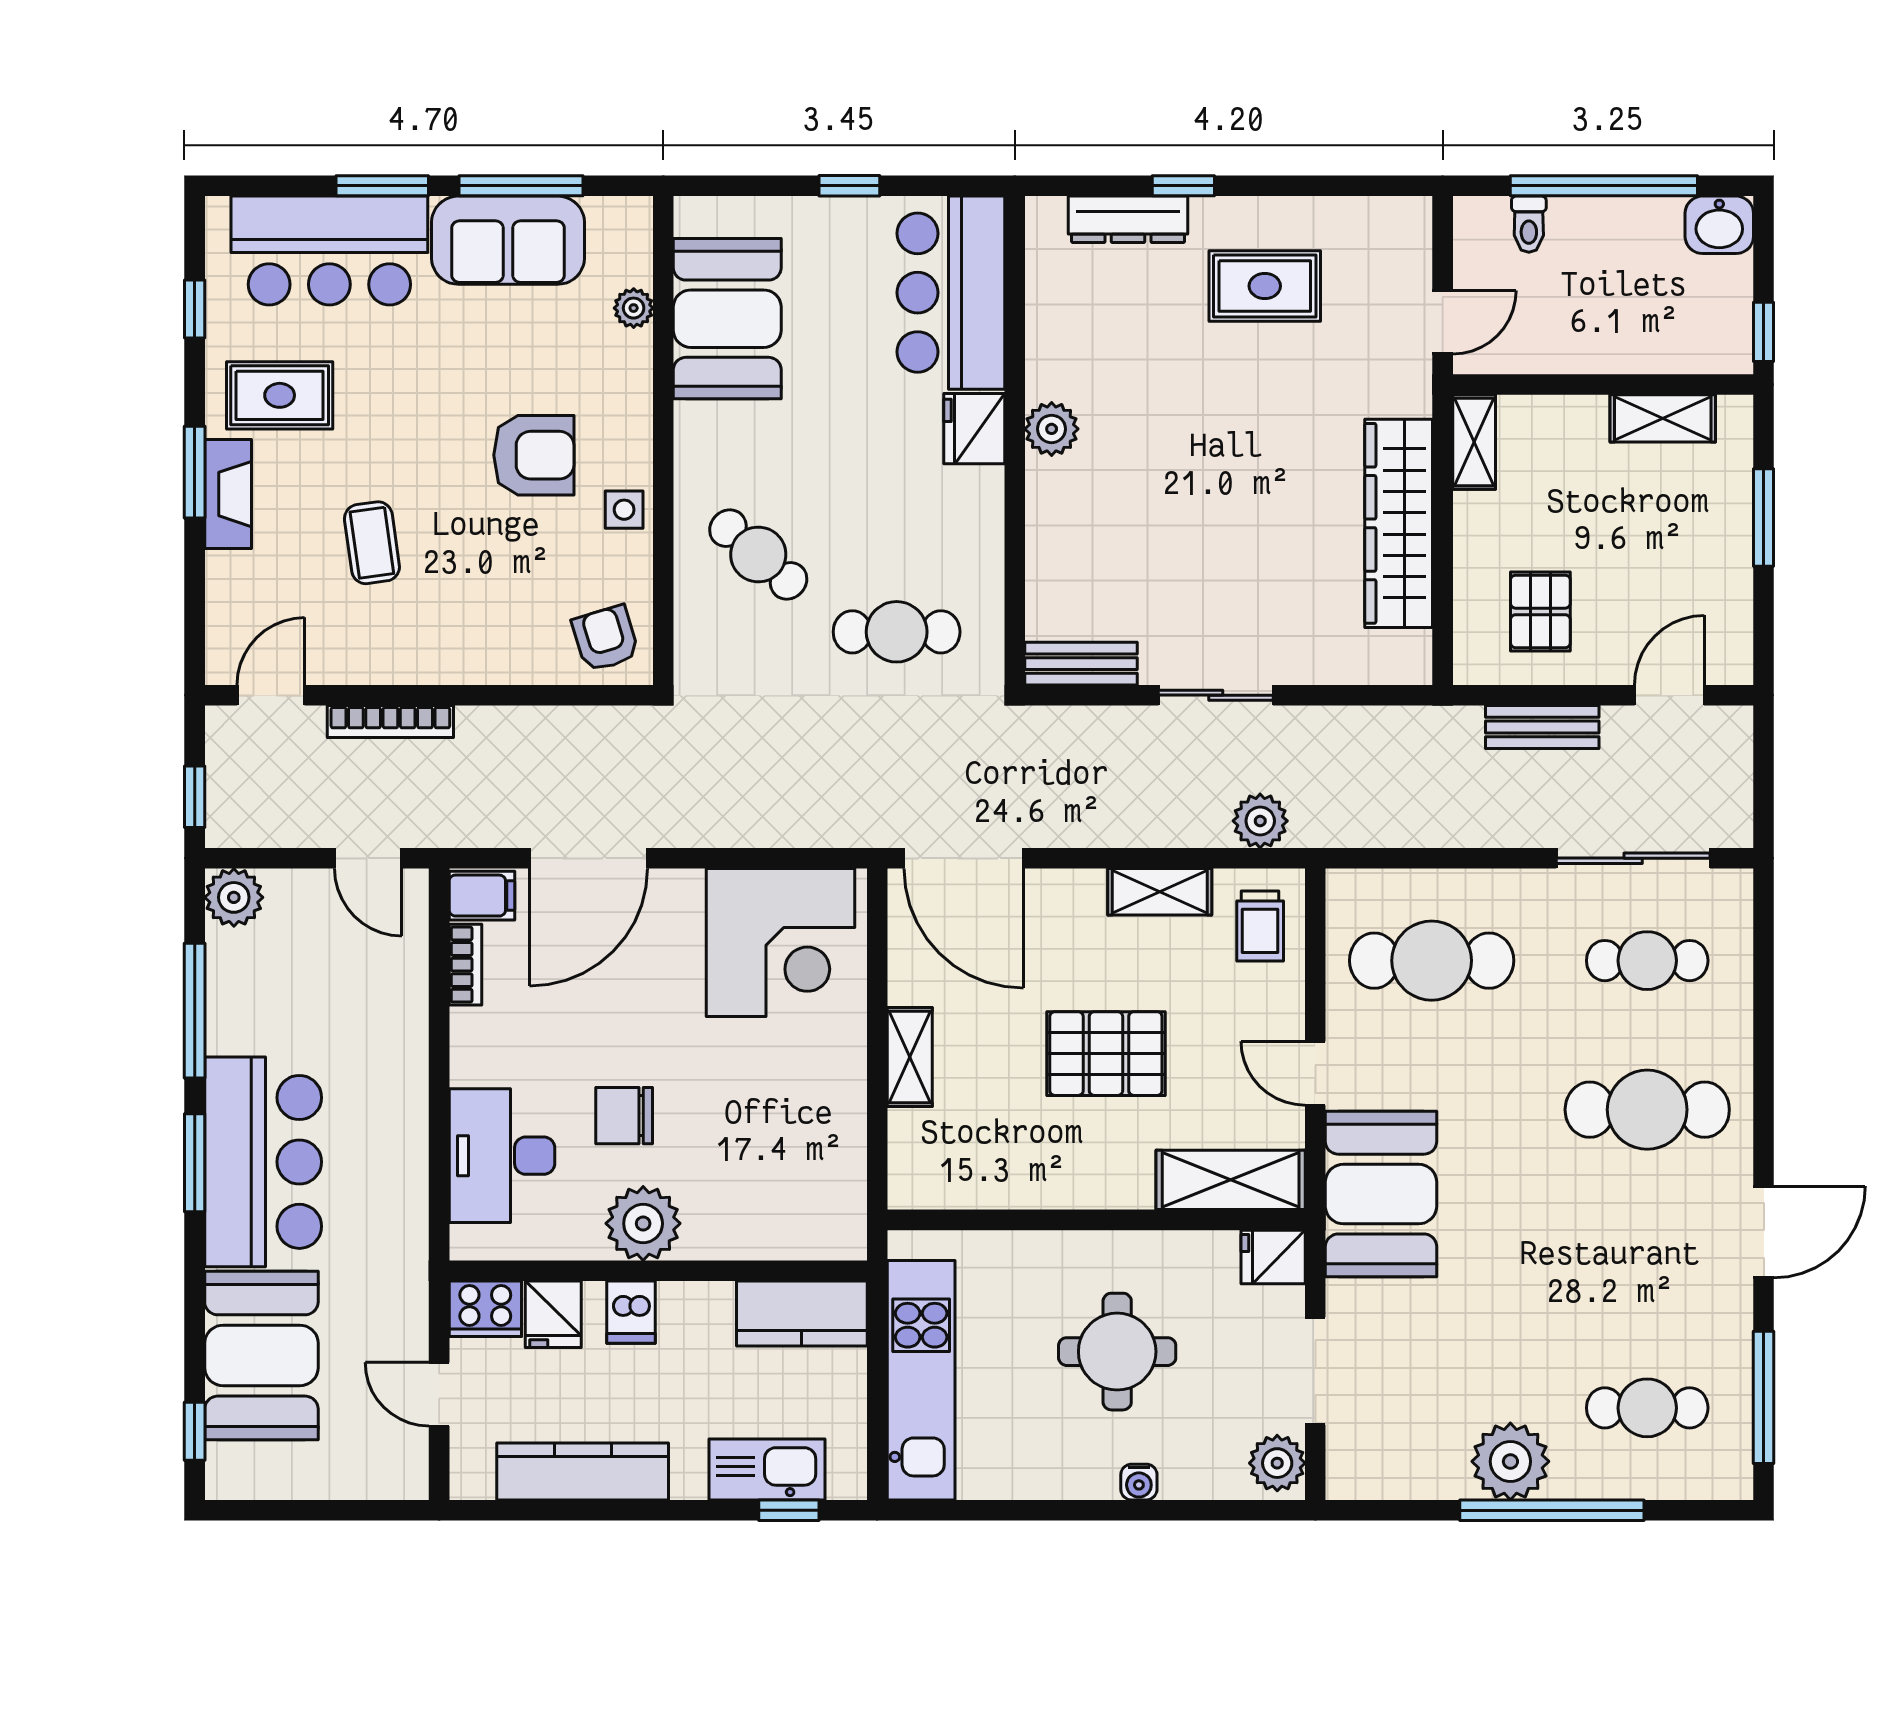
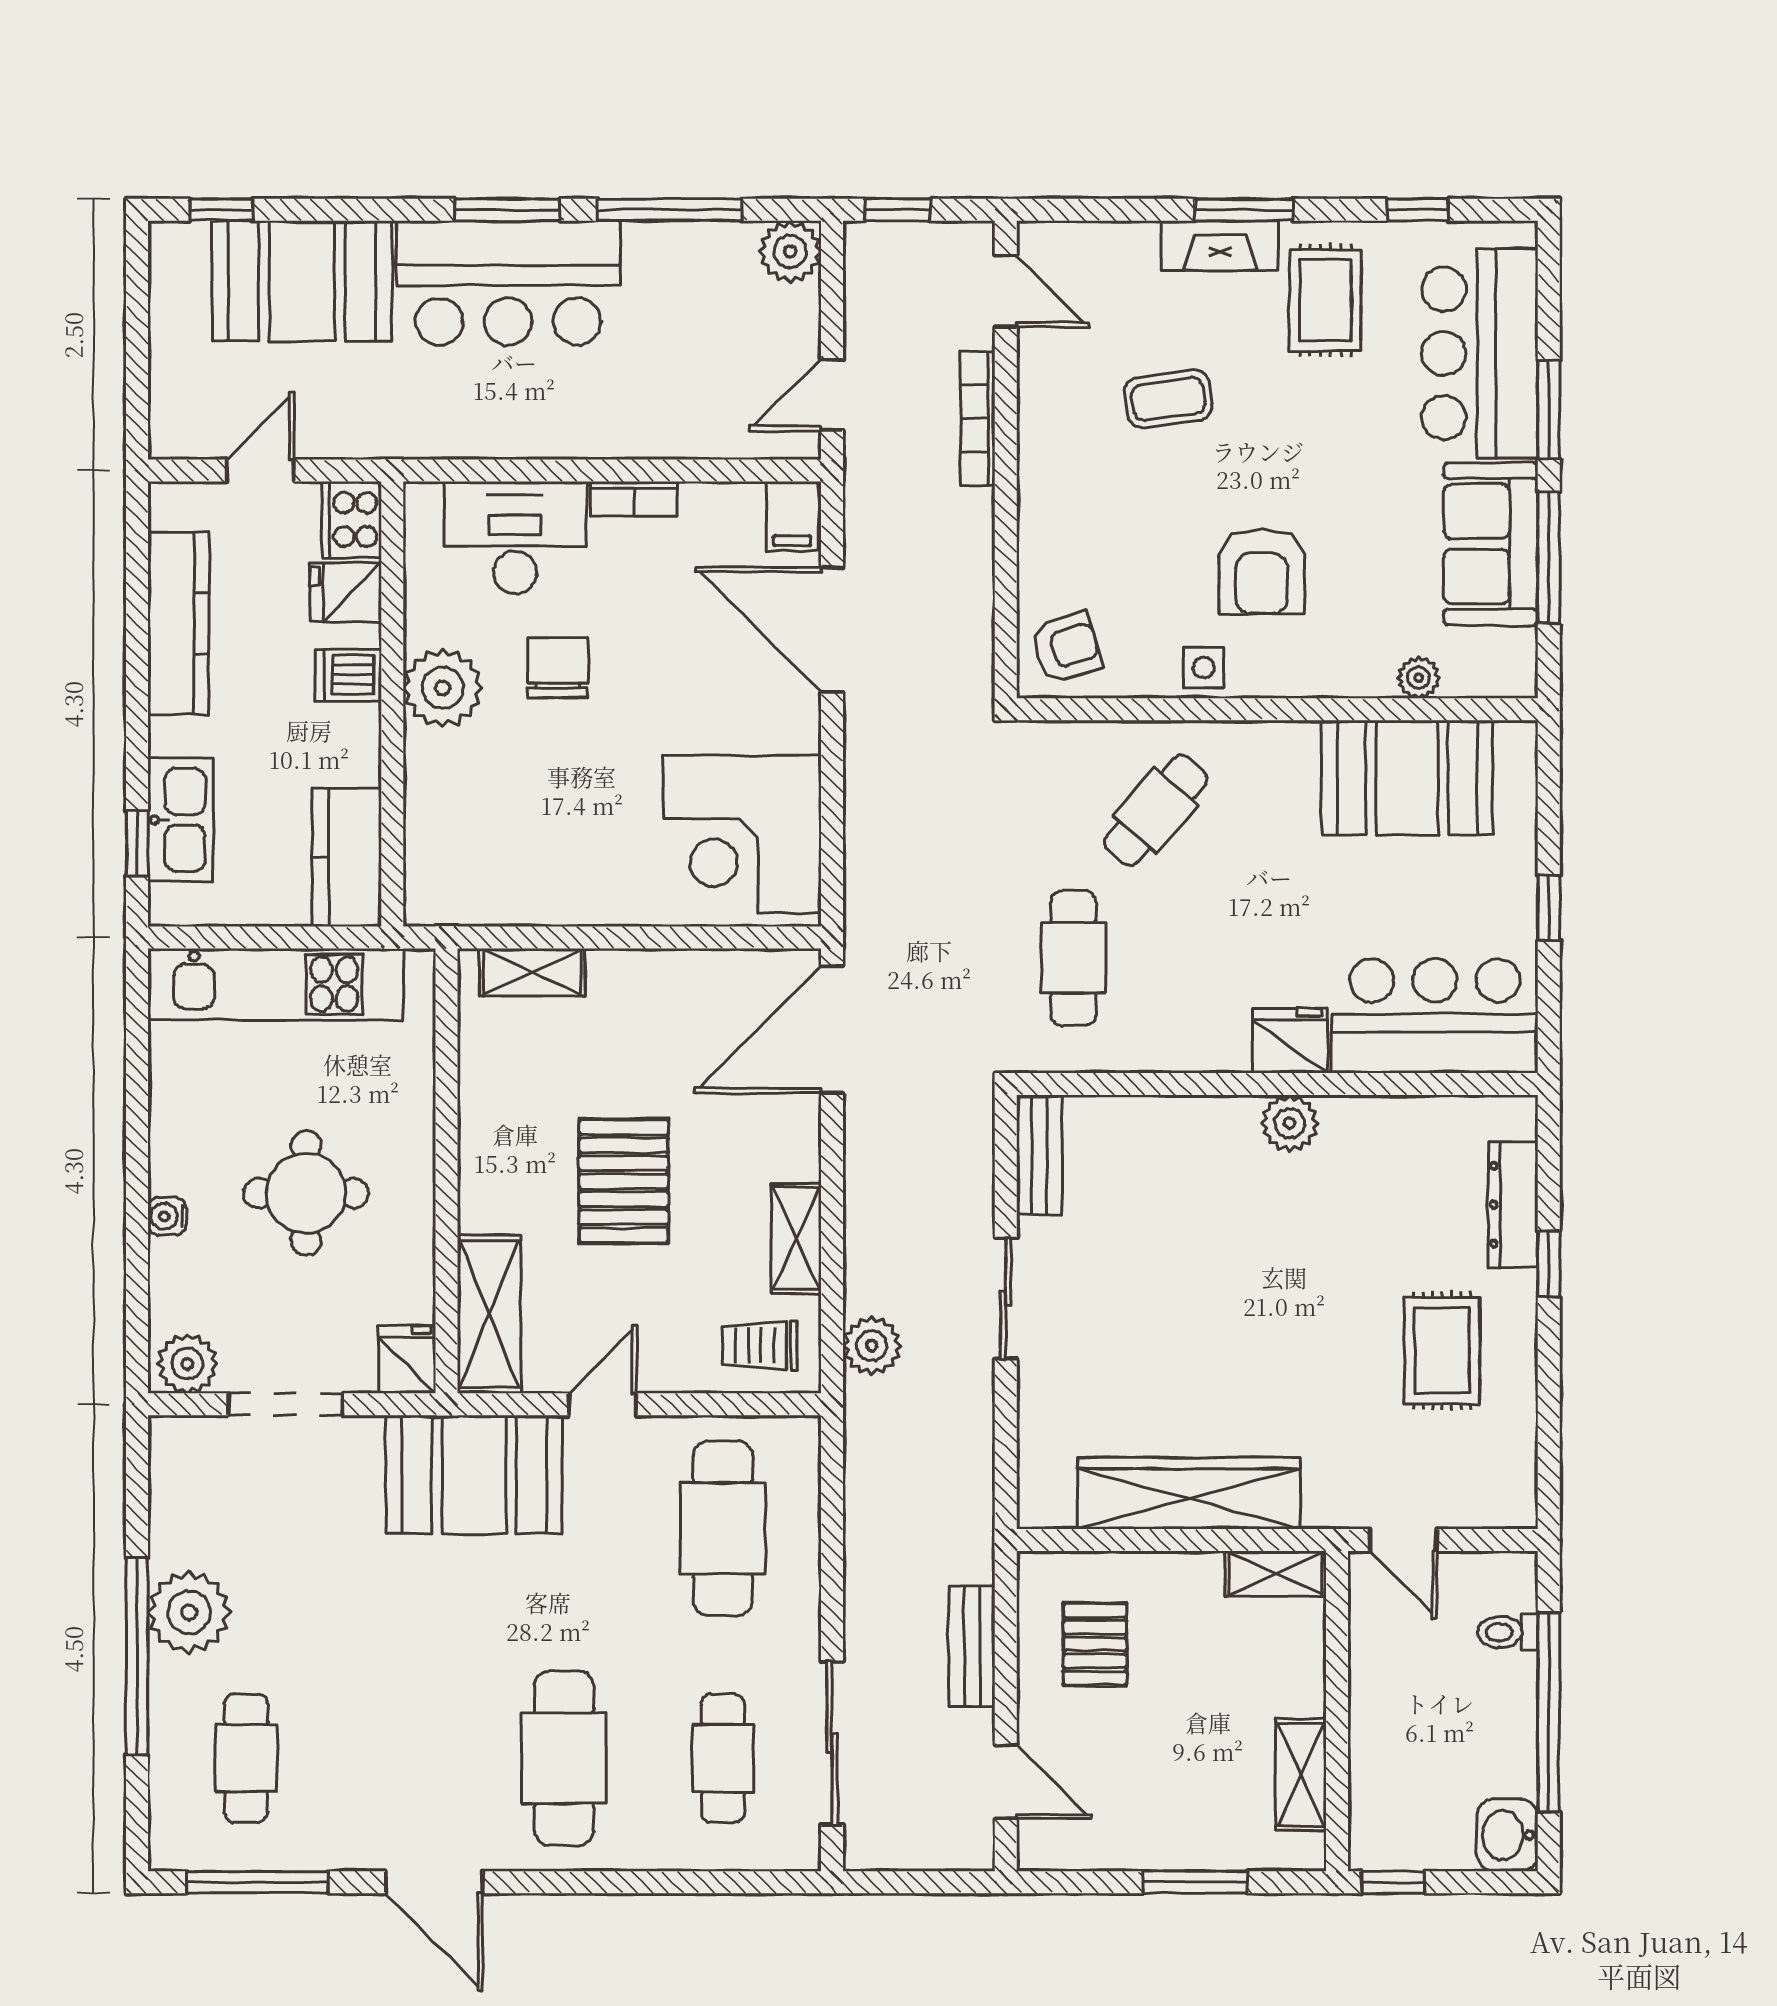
pallet: (1540, 611) -> (1095, 1644), turned 90
bookcase: (465, 965) -> (634, 499), moved
shelving: (910, 1057) -> (532, 972), moved

